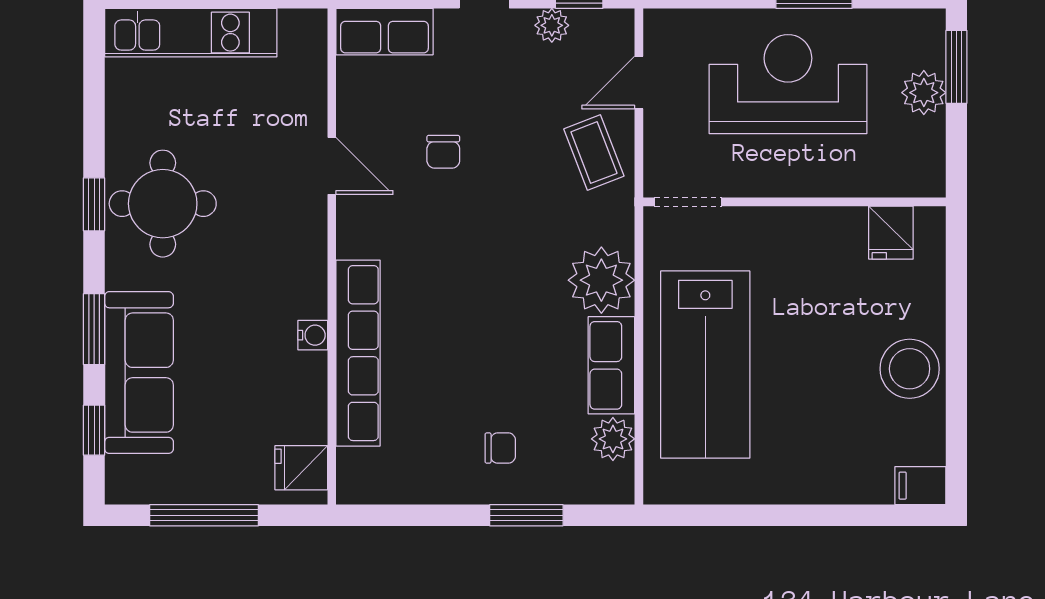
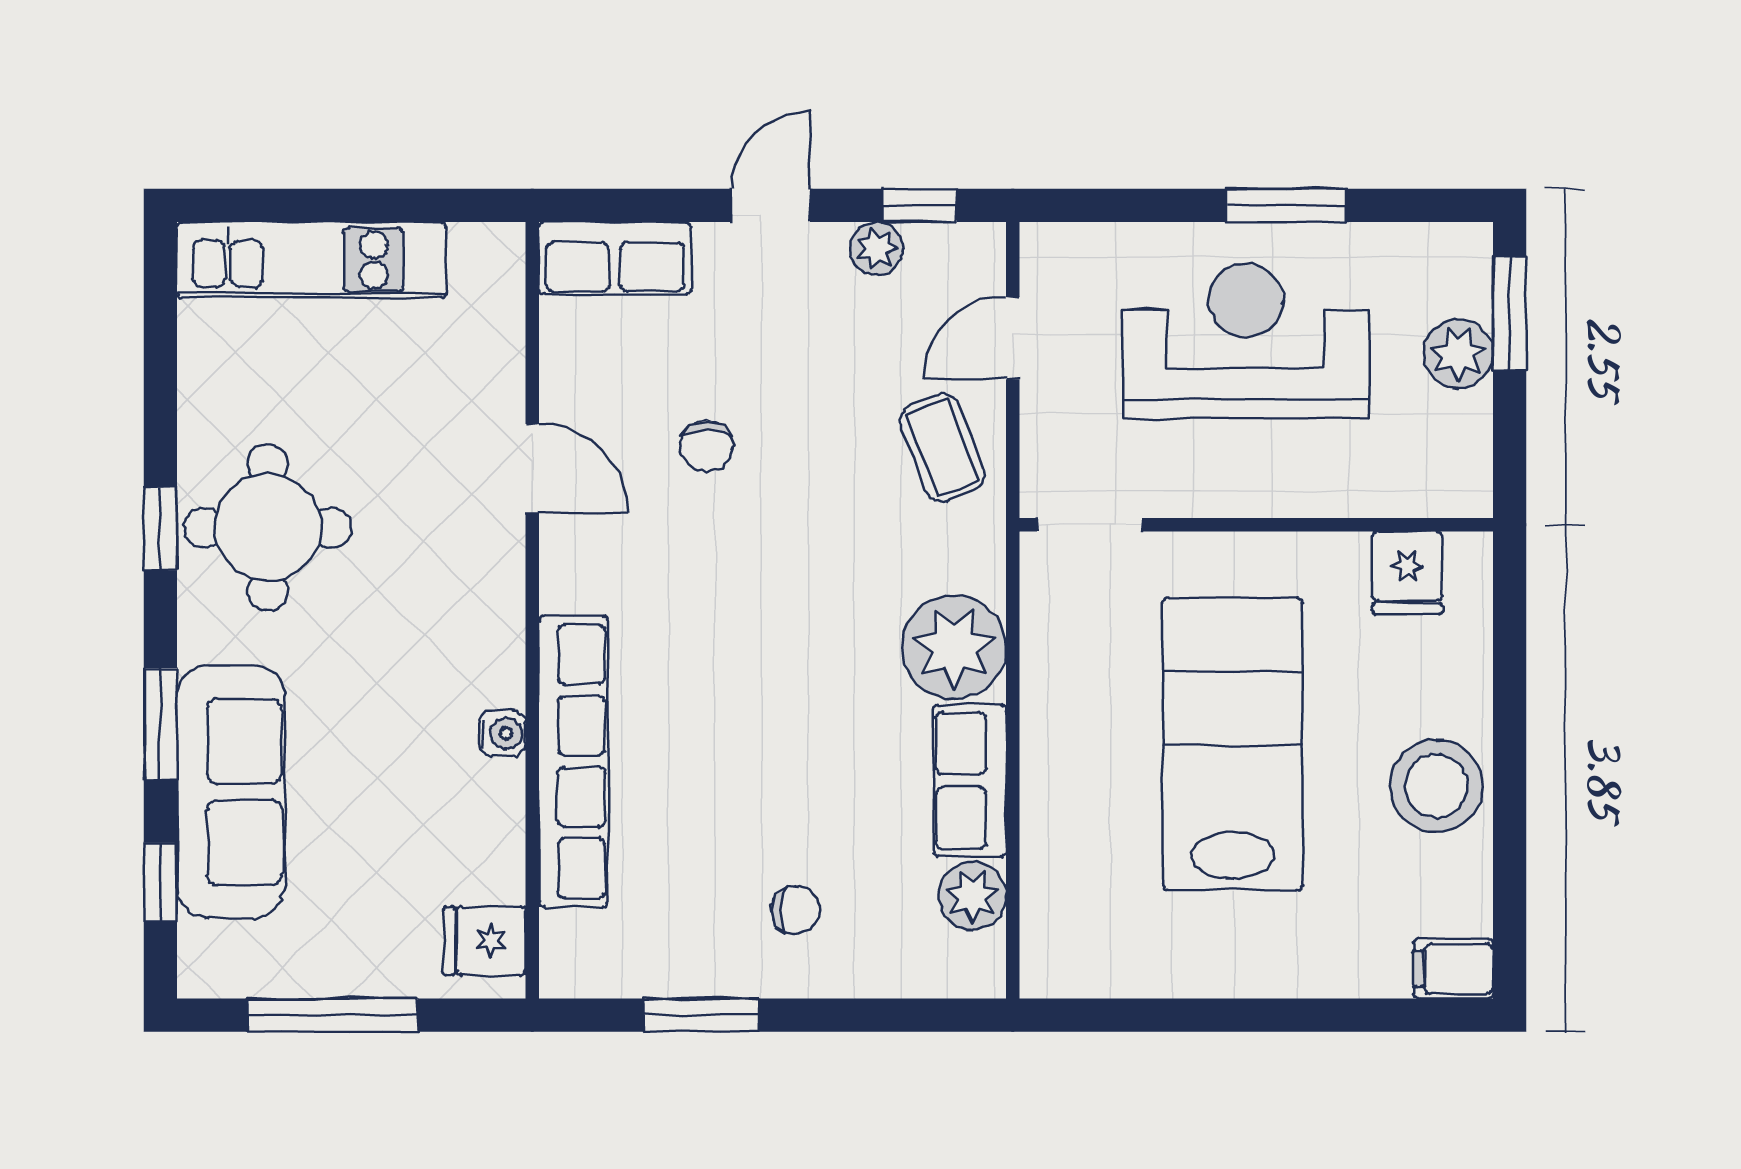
lab bench: (705, 365) -> (1233, 744), moved, turned 180
window: (526, 515) -> (701, 1015), moved

